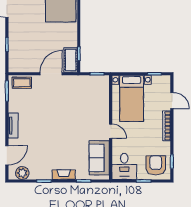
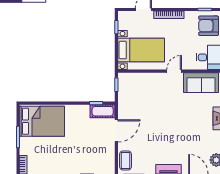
door: (51, 74) -> (116, 131), swing flipped

